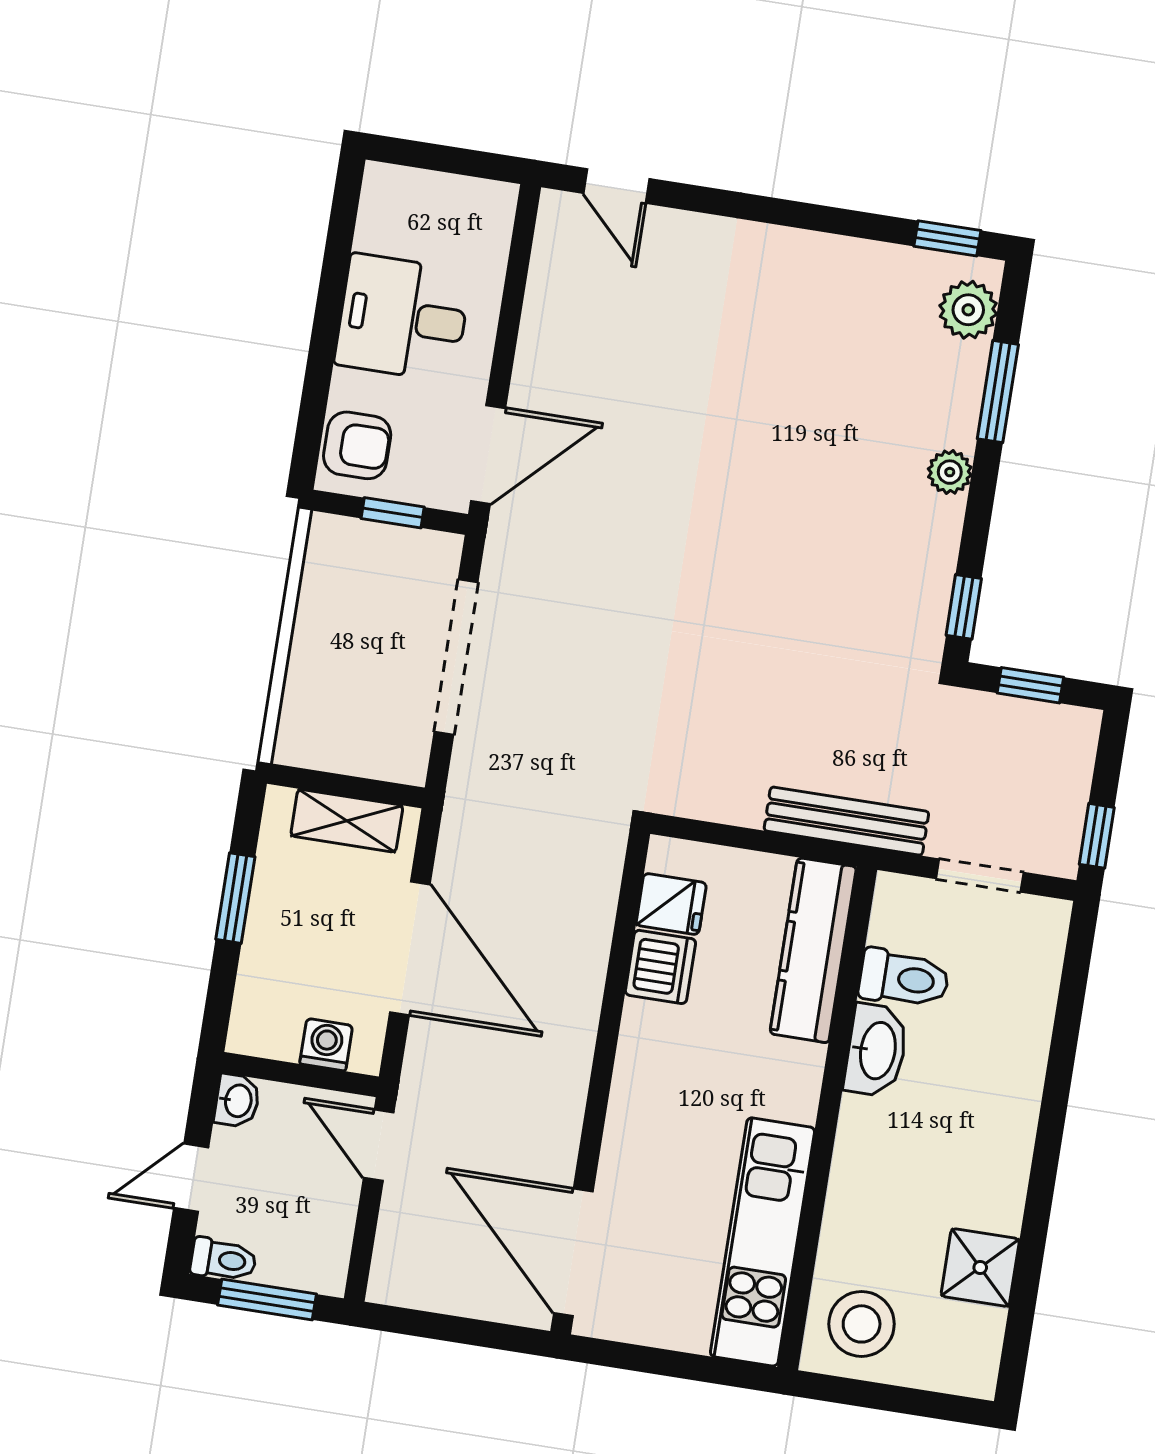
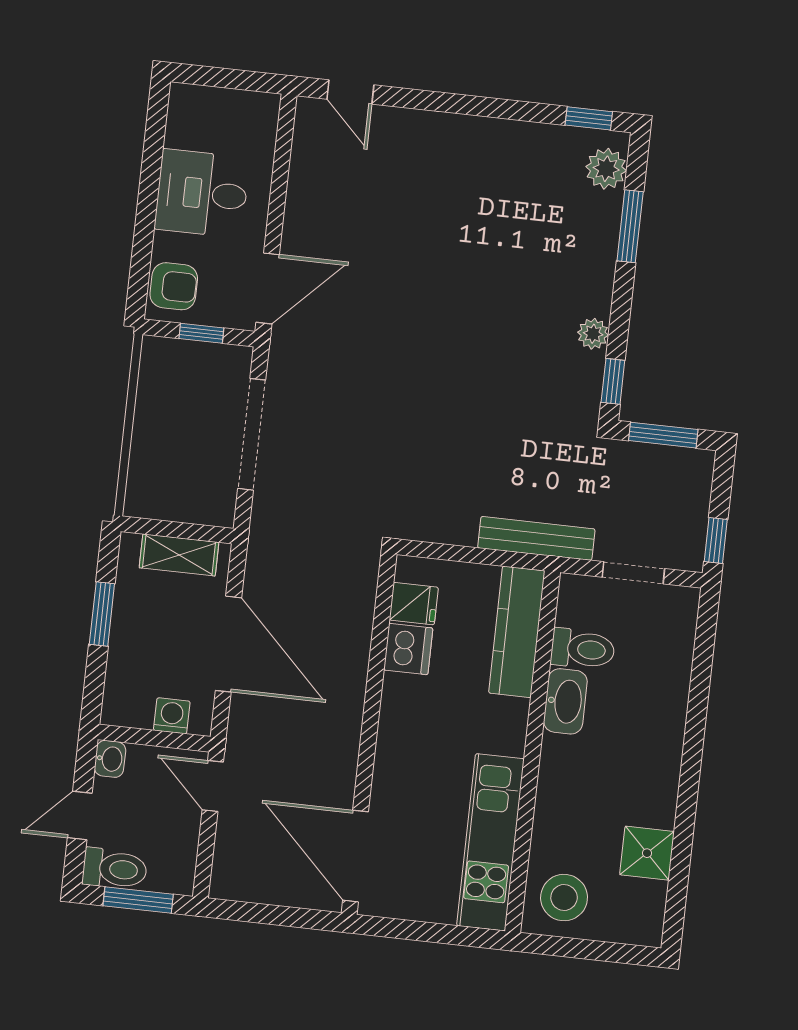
plant: (950, 472) -> (593, 334), moved
window: (1030, 685) -> (663, 435), width x1.50
toilet: (223, 1260) -> (115, 869), width x1.37, depth x1.39

